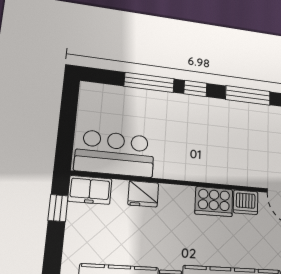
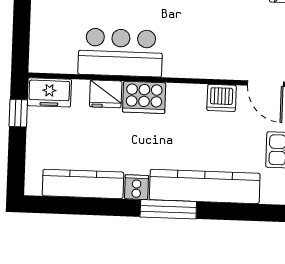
bar counter: (115, 154) -> (120, 52), moved
cooker: (214, 202) -> (144, 97), moved

